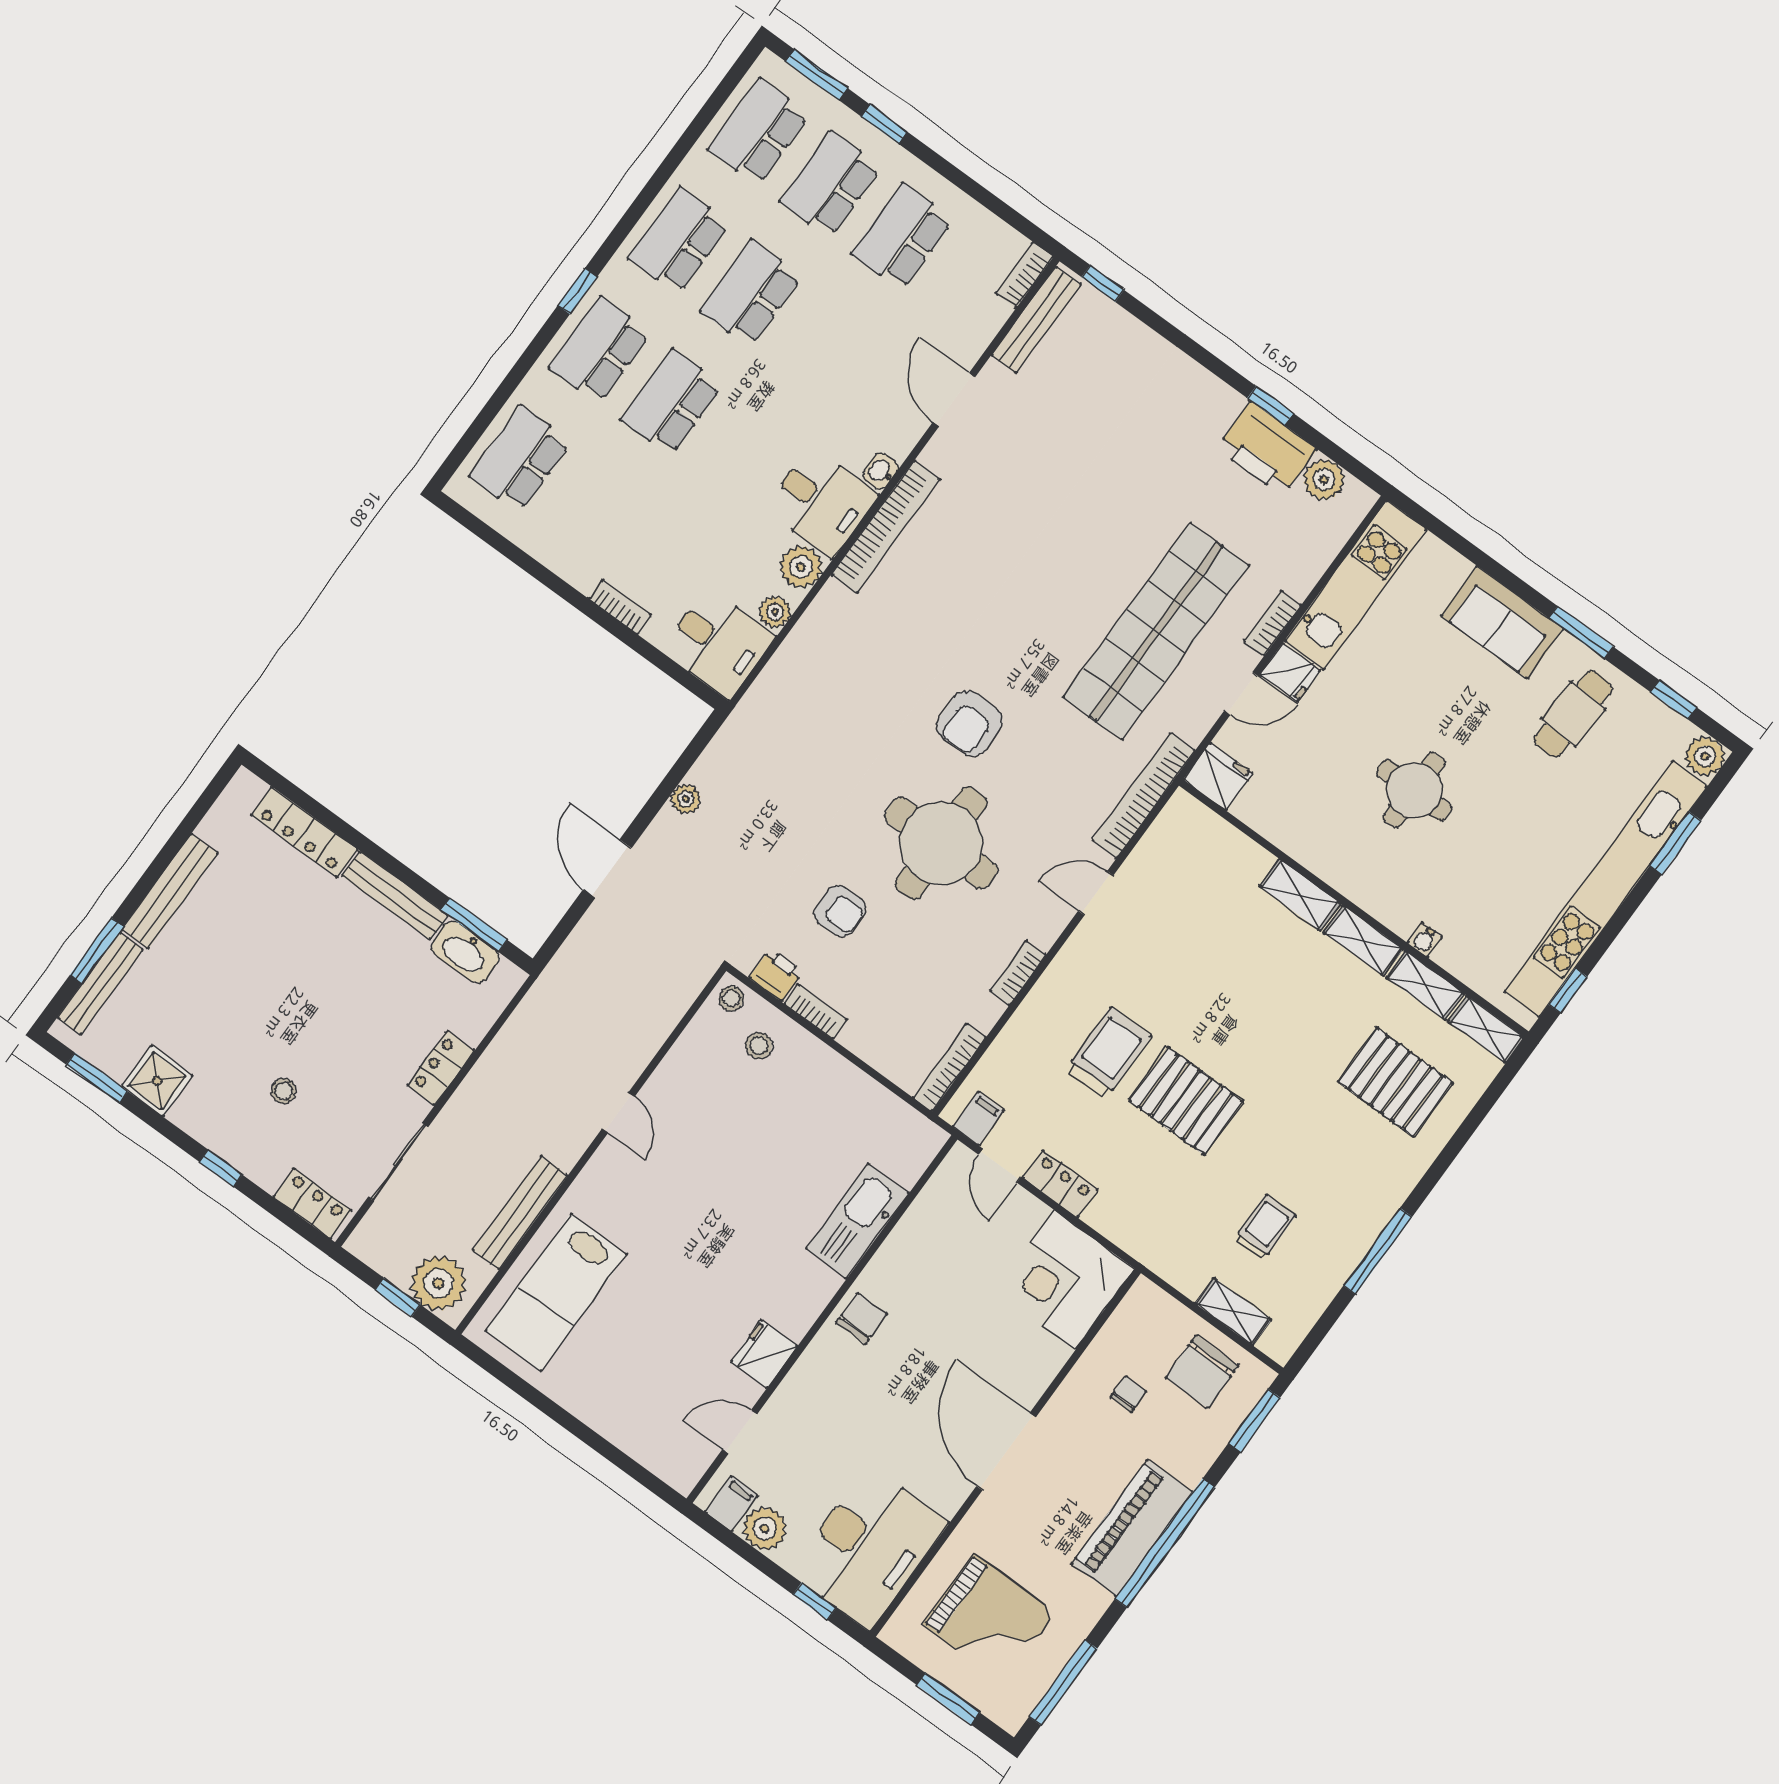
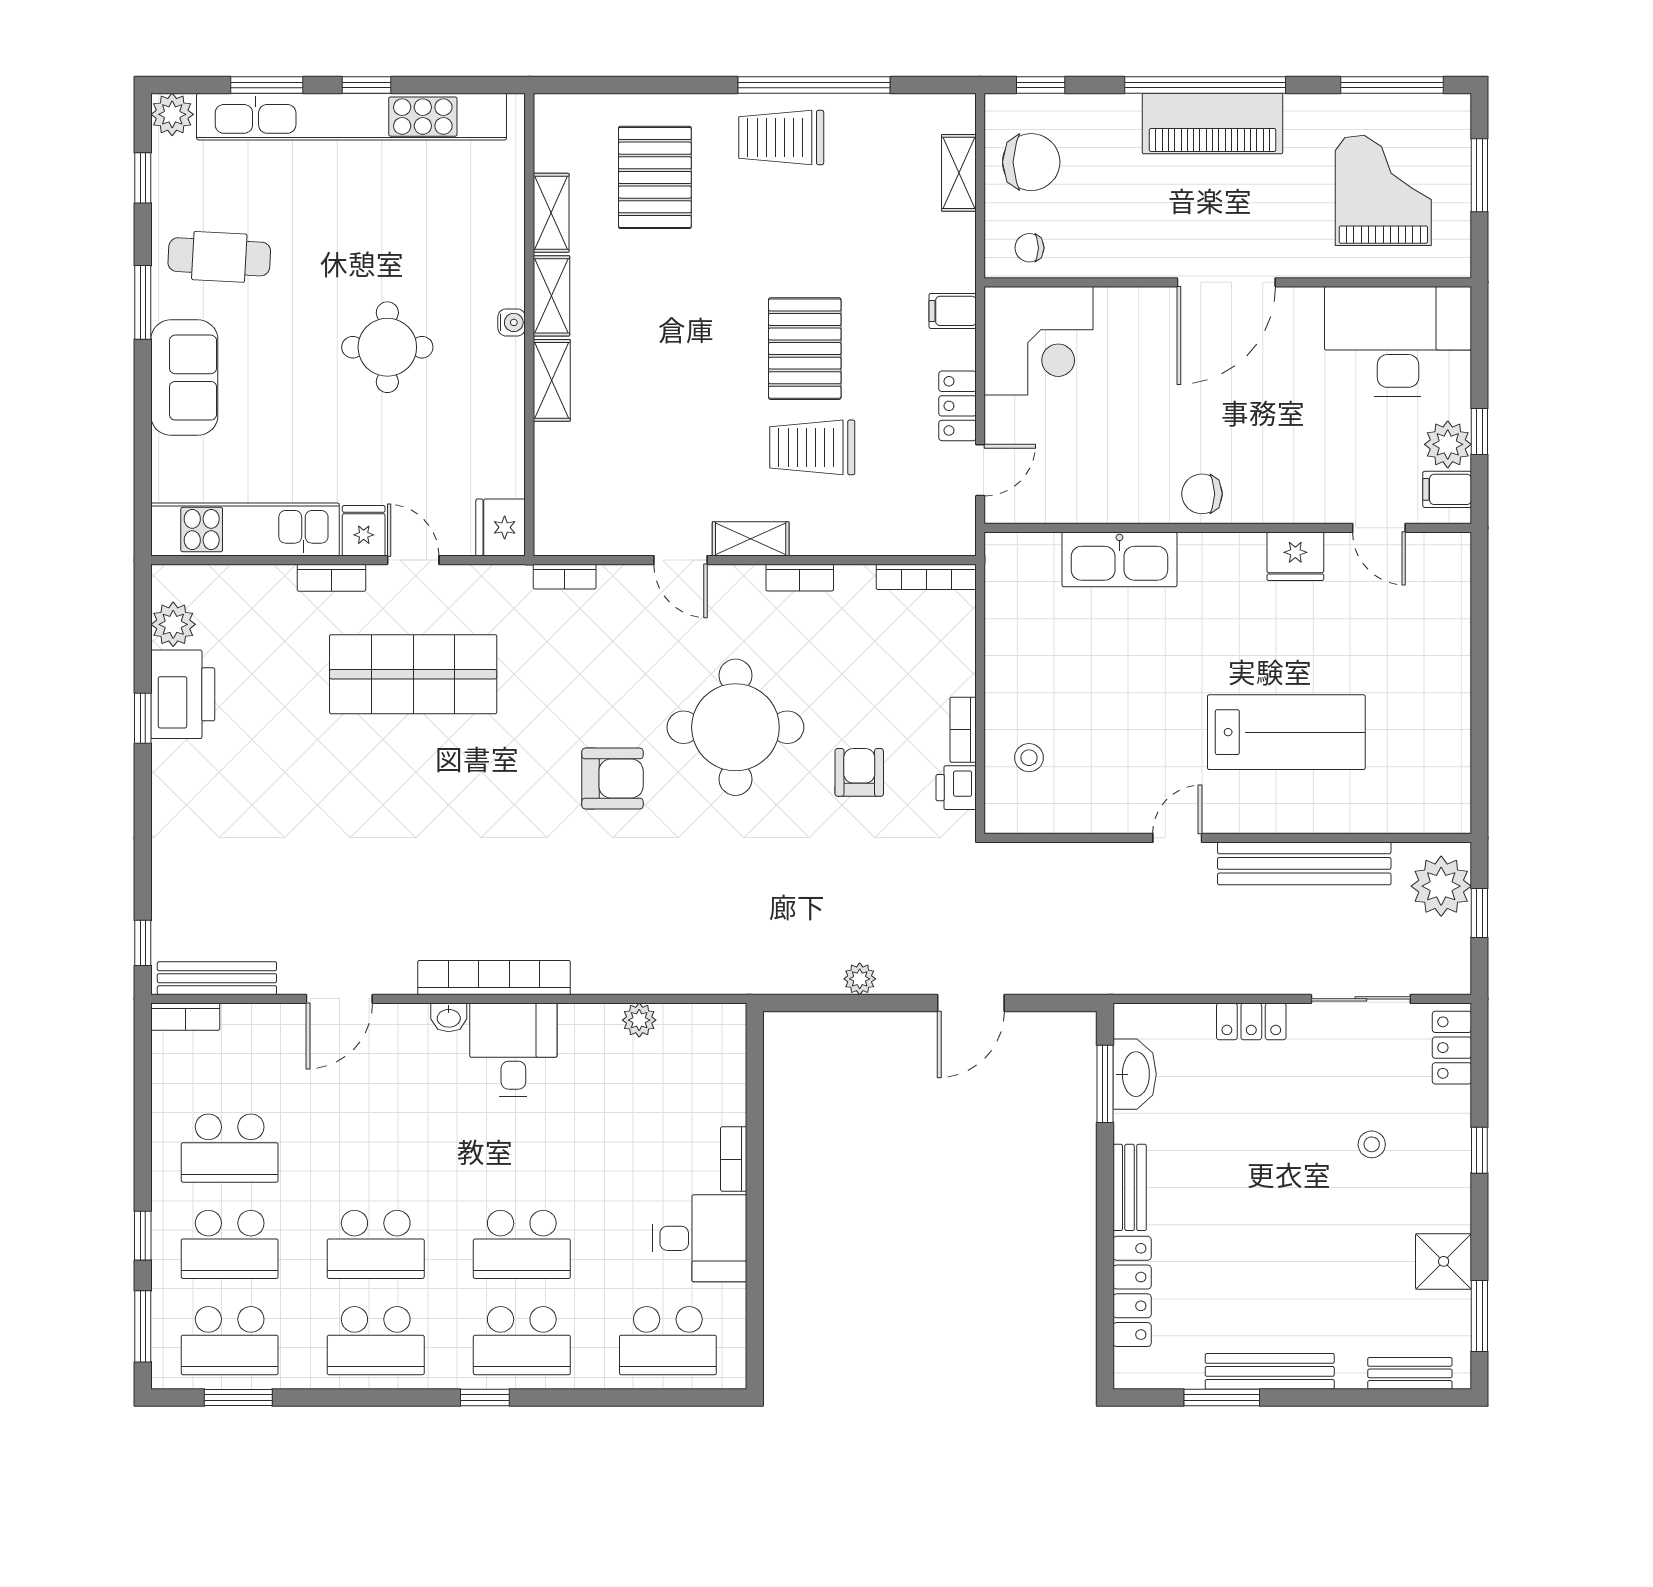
window: (712, 107) -> (238, 1398), added
plant: (801, 567) -> (583, 1026), removed
shop shelf: (1156, 631) -> (413, 674), width x0.71
desk: (718, 643) -> (700, 1238), moved, turned 90
bookcase: (1144, 796) -> (565, 577), width x0.43, depth x0.76
bench: (395, 895) -> (1130, 1187), width x0.73
water cooler: (1425, 940) -> (512, 322), moved
window: (97, 951) -> (1222, 1398), moved
bench: (100, 983) -> (1410, 1373), width x0.73
window: (1568, 991) -> (367, 85), moved
stool: (731, 999) -> (1005, 812), removed
shelving: (1486, 1029) -> (751, 539), moved, turned 90
filing cabinet: (978, 1118) -> (953, 311), moved
bench: (520, 1213) -> (1304, 863), width x1.37, depth x1.21
trolley: (1265, 1227) -> (781, 138), moved, width x1.36, depth x1.39
window: (1378, 1251) -> (814, 85), width x1.46
lab bench: (556, 1292) -> (1286, 732), moved
chair: (1128, 1394) -> (1029, 248), moved
window: (1254, 1420) -> (1041, 85), width x0.67
window: (815, 1601) -> (1479, 431), moved

